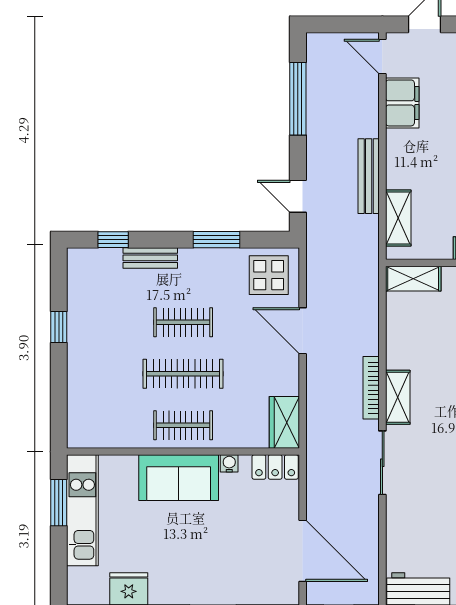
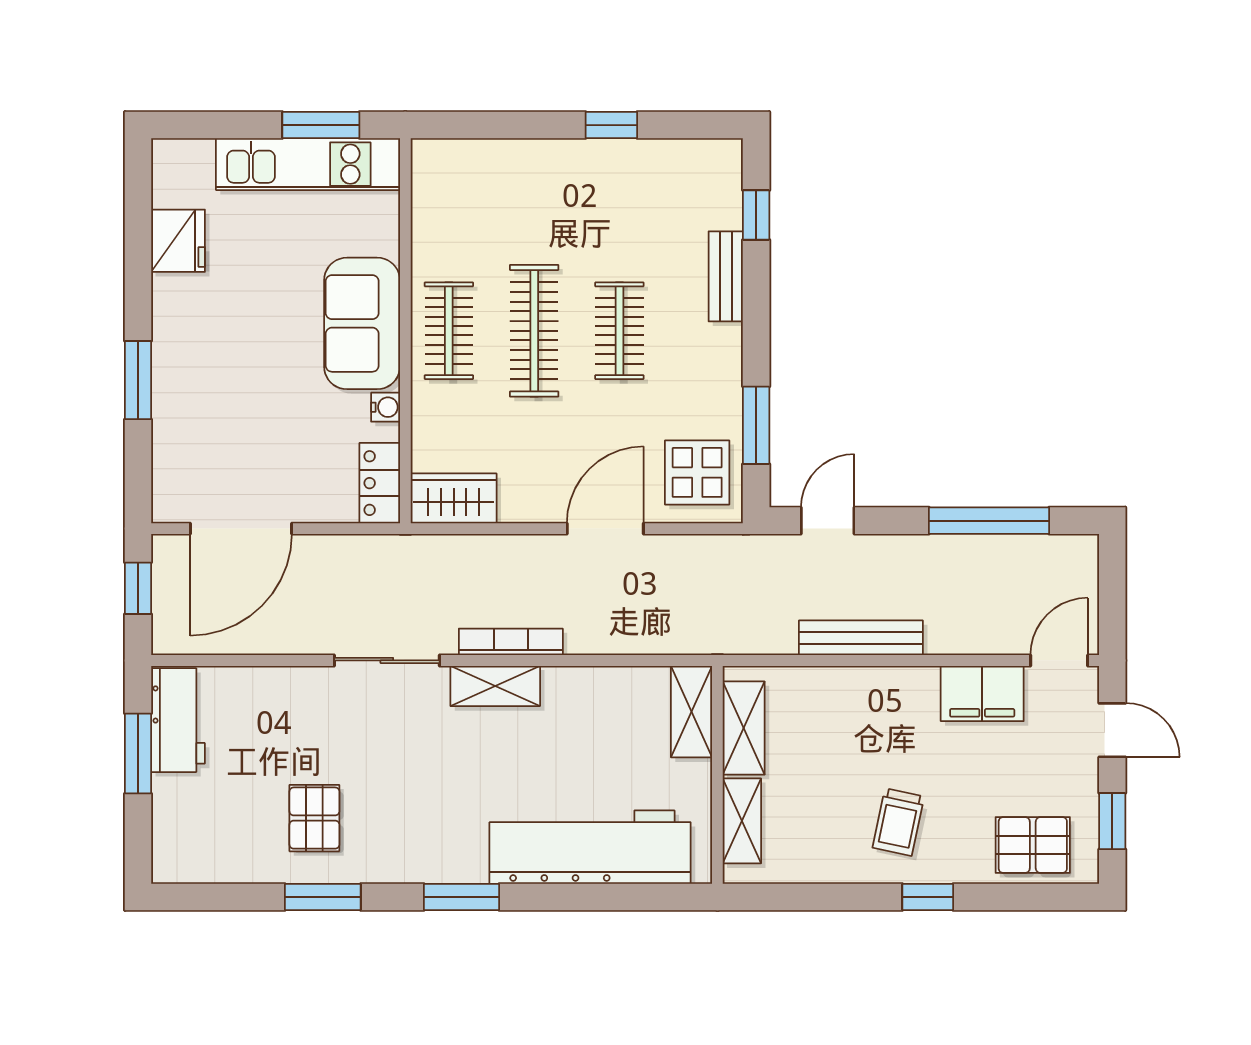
shelving: (398, 218) -> (744, 728), moved, turned 90
window: (217, 240) -> (756, 425), moved

